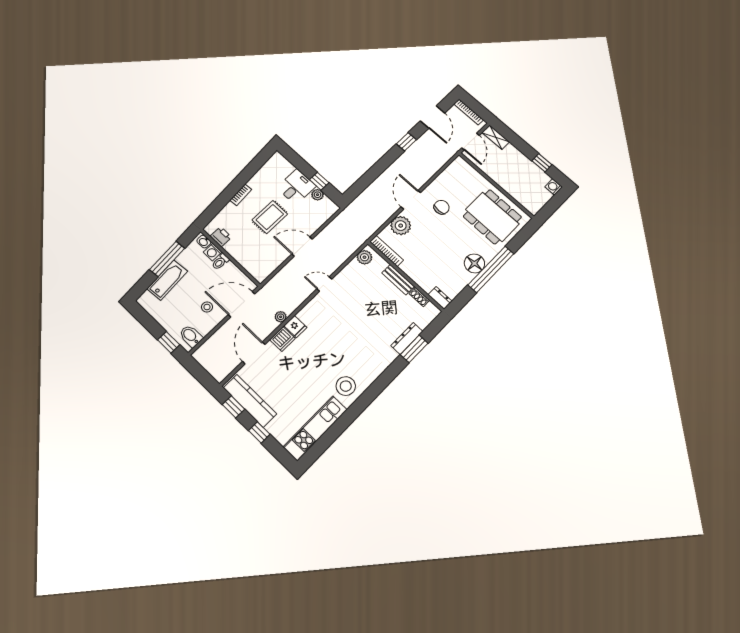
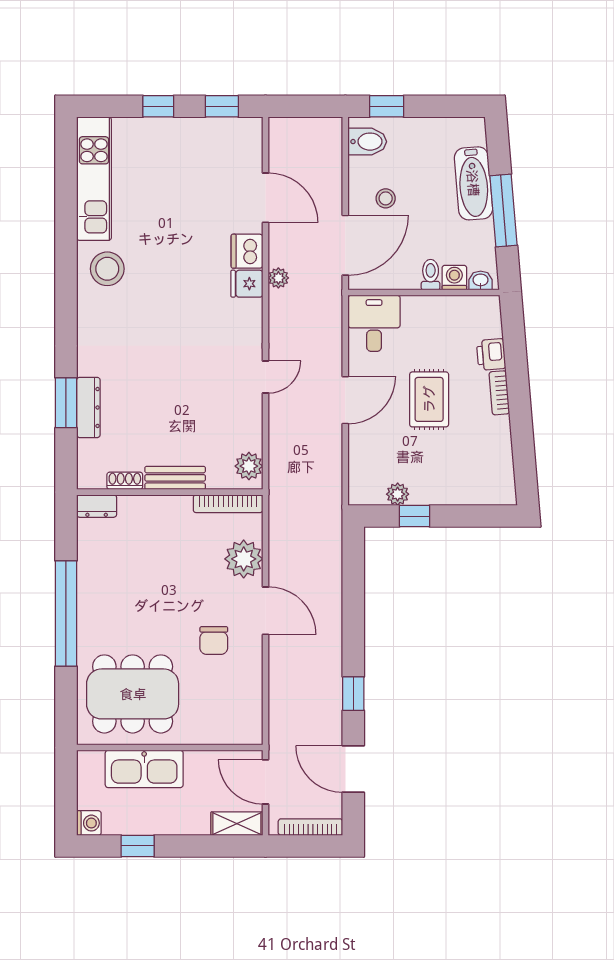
desk: (296, 187) -> (374, 323), moved, turned 180
kitchen sink: (513, 187) -> (144, 769), added
printer: (221, 237) -> (491, 355), moved, turned 85
floor lamp: (474, 263) -> (95, 600), removed
kitchen counter: (250, 401) -> (209, 134), removed

